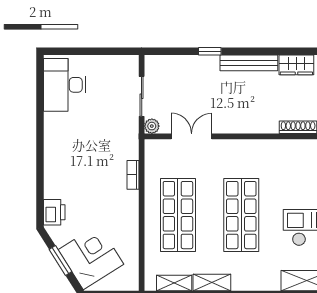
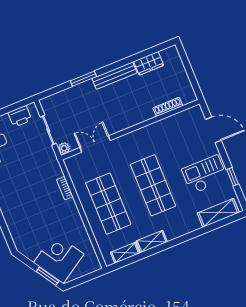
window: (210, 51) -> (83, 79), width x1.50
printer: (54, 212) -> (20, 116), moved, turned 90
window: (60, 260) -> (48, 276), moved

